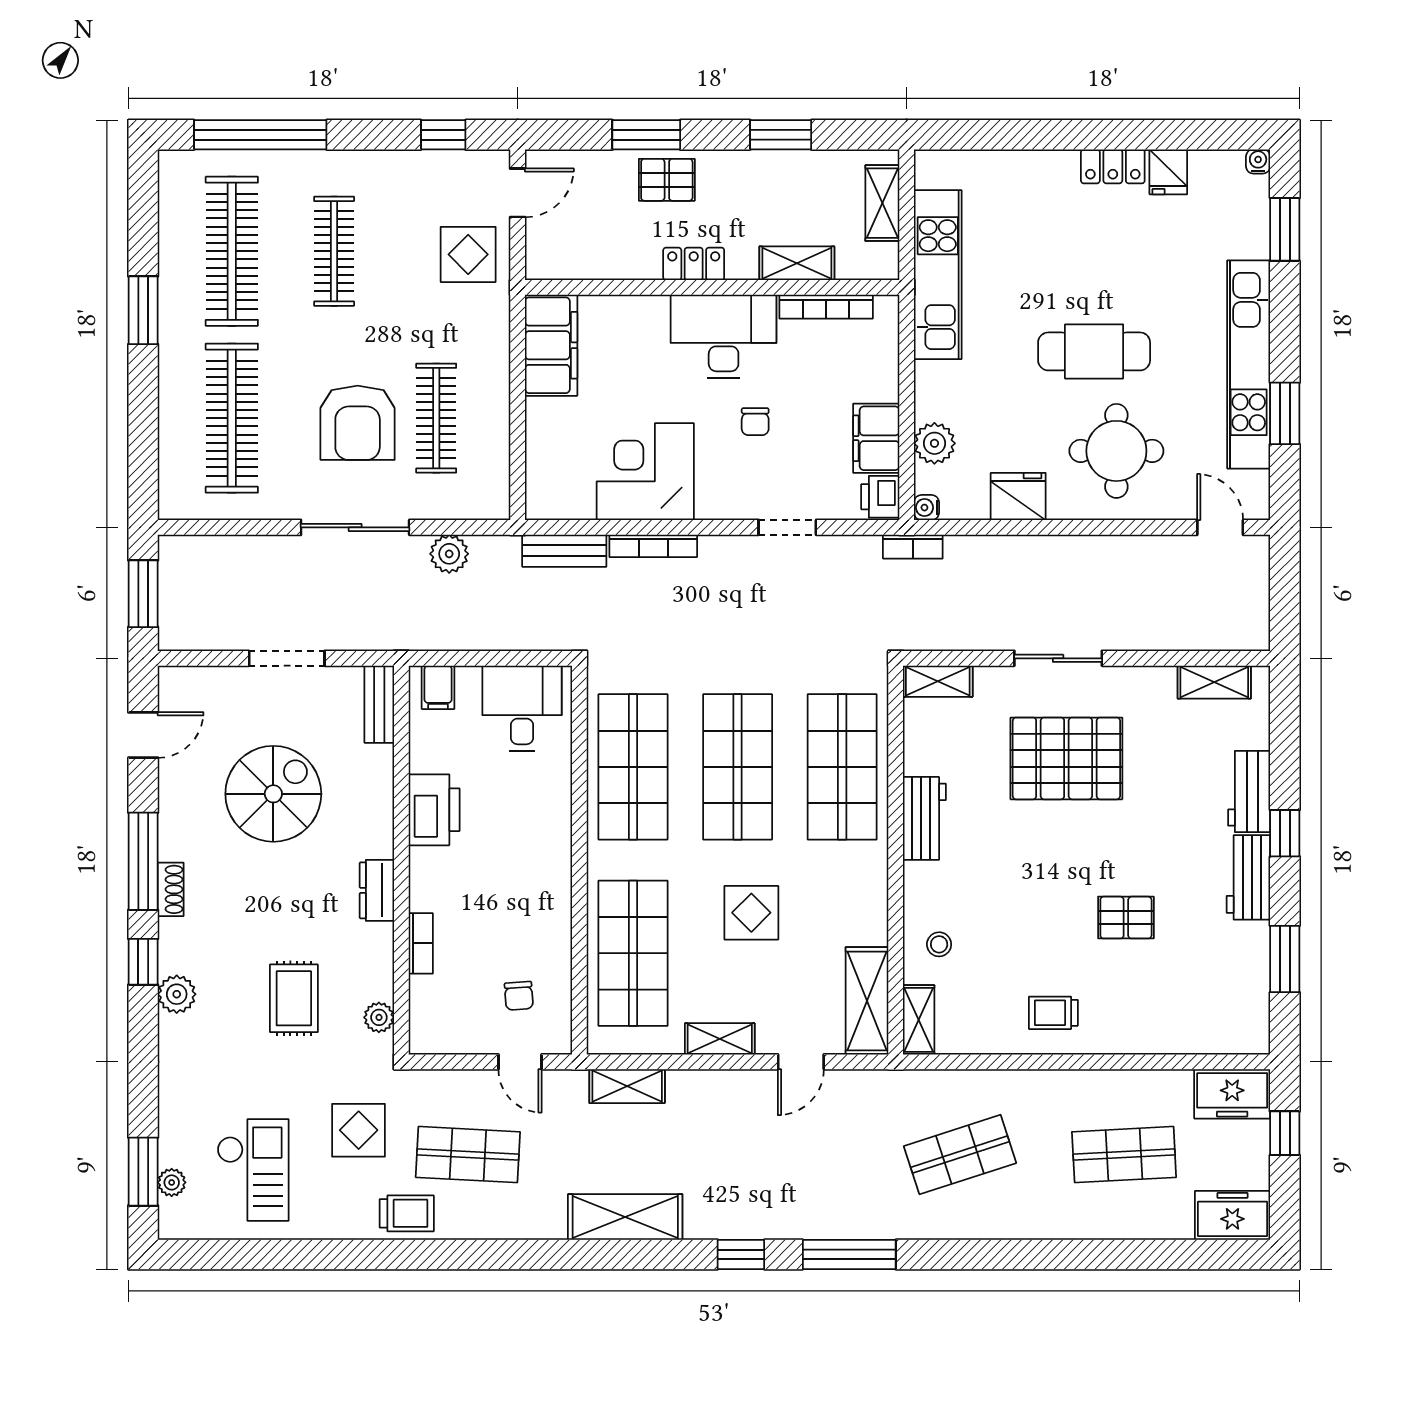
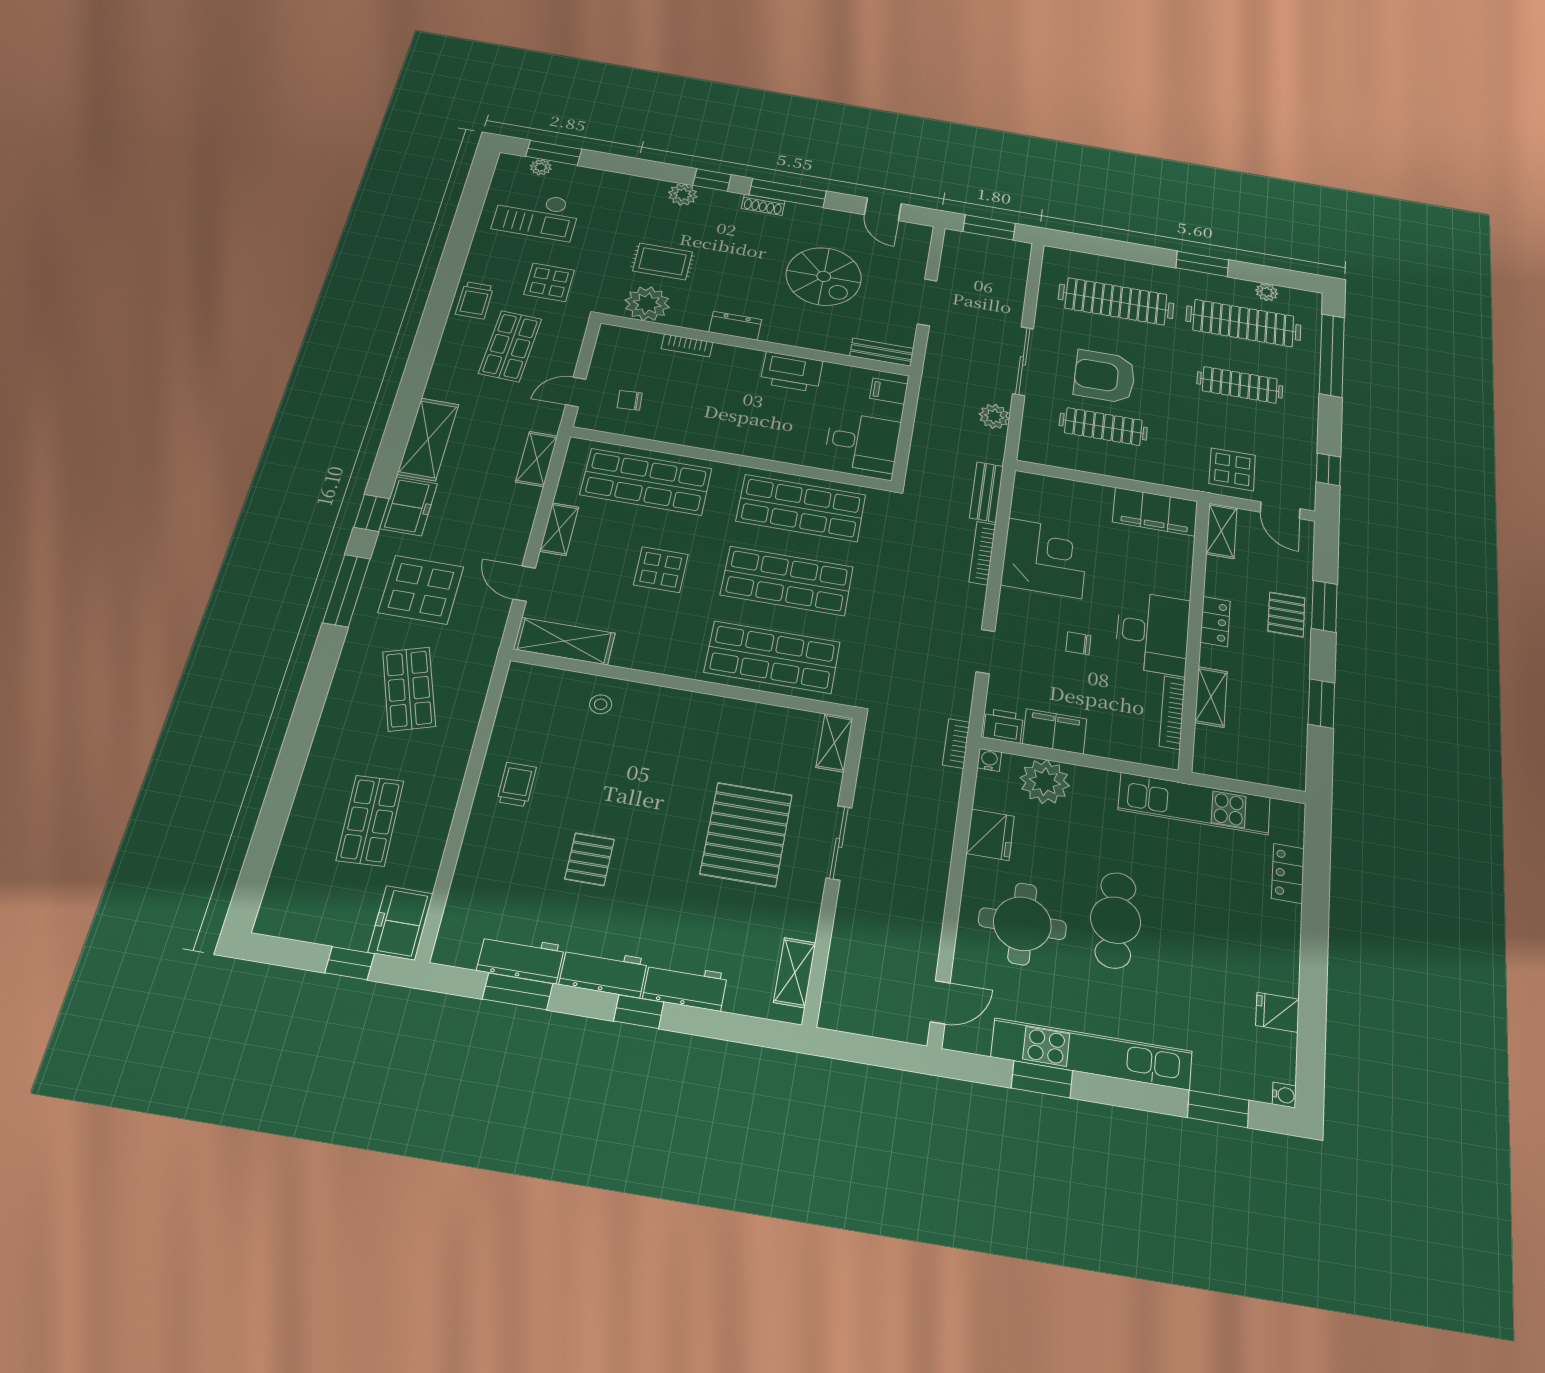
locker: (1113, 166) -> (1288, 873), moved
shelving: (882, 203) -> (1221, 531), moved, turned 90
plant: (173, 223) -> (1267, 292), added
plant: (934, 443) -> (1045, 782), width x1.36, depth x1.36
workbench: (924, 818) -> (521, 958), moved, turned 180
plant: (379, 1017) -> (647, 304), width x1.88, depth x1.88
shelving: (919, 1020) -> (538, 677), removed
display table: (832, 1173) -> (421, 590), added
freezer: (1232, 1215) -> (409, 506), moved

